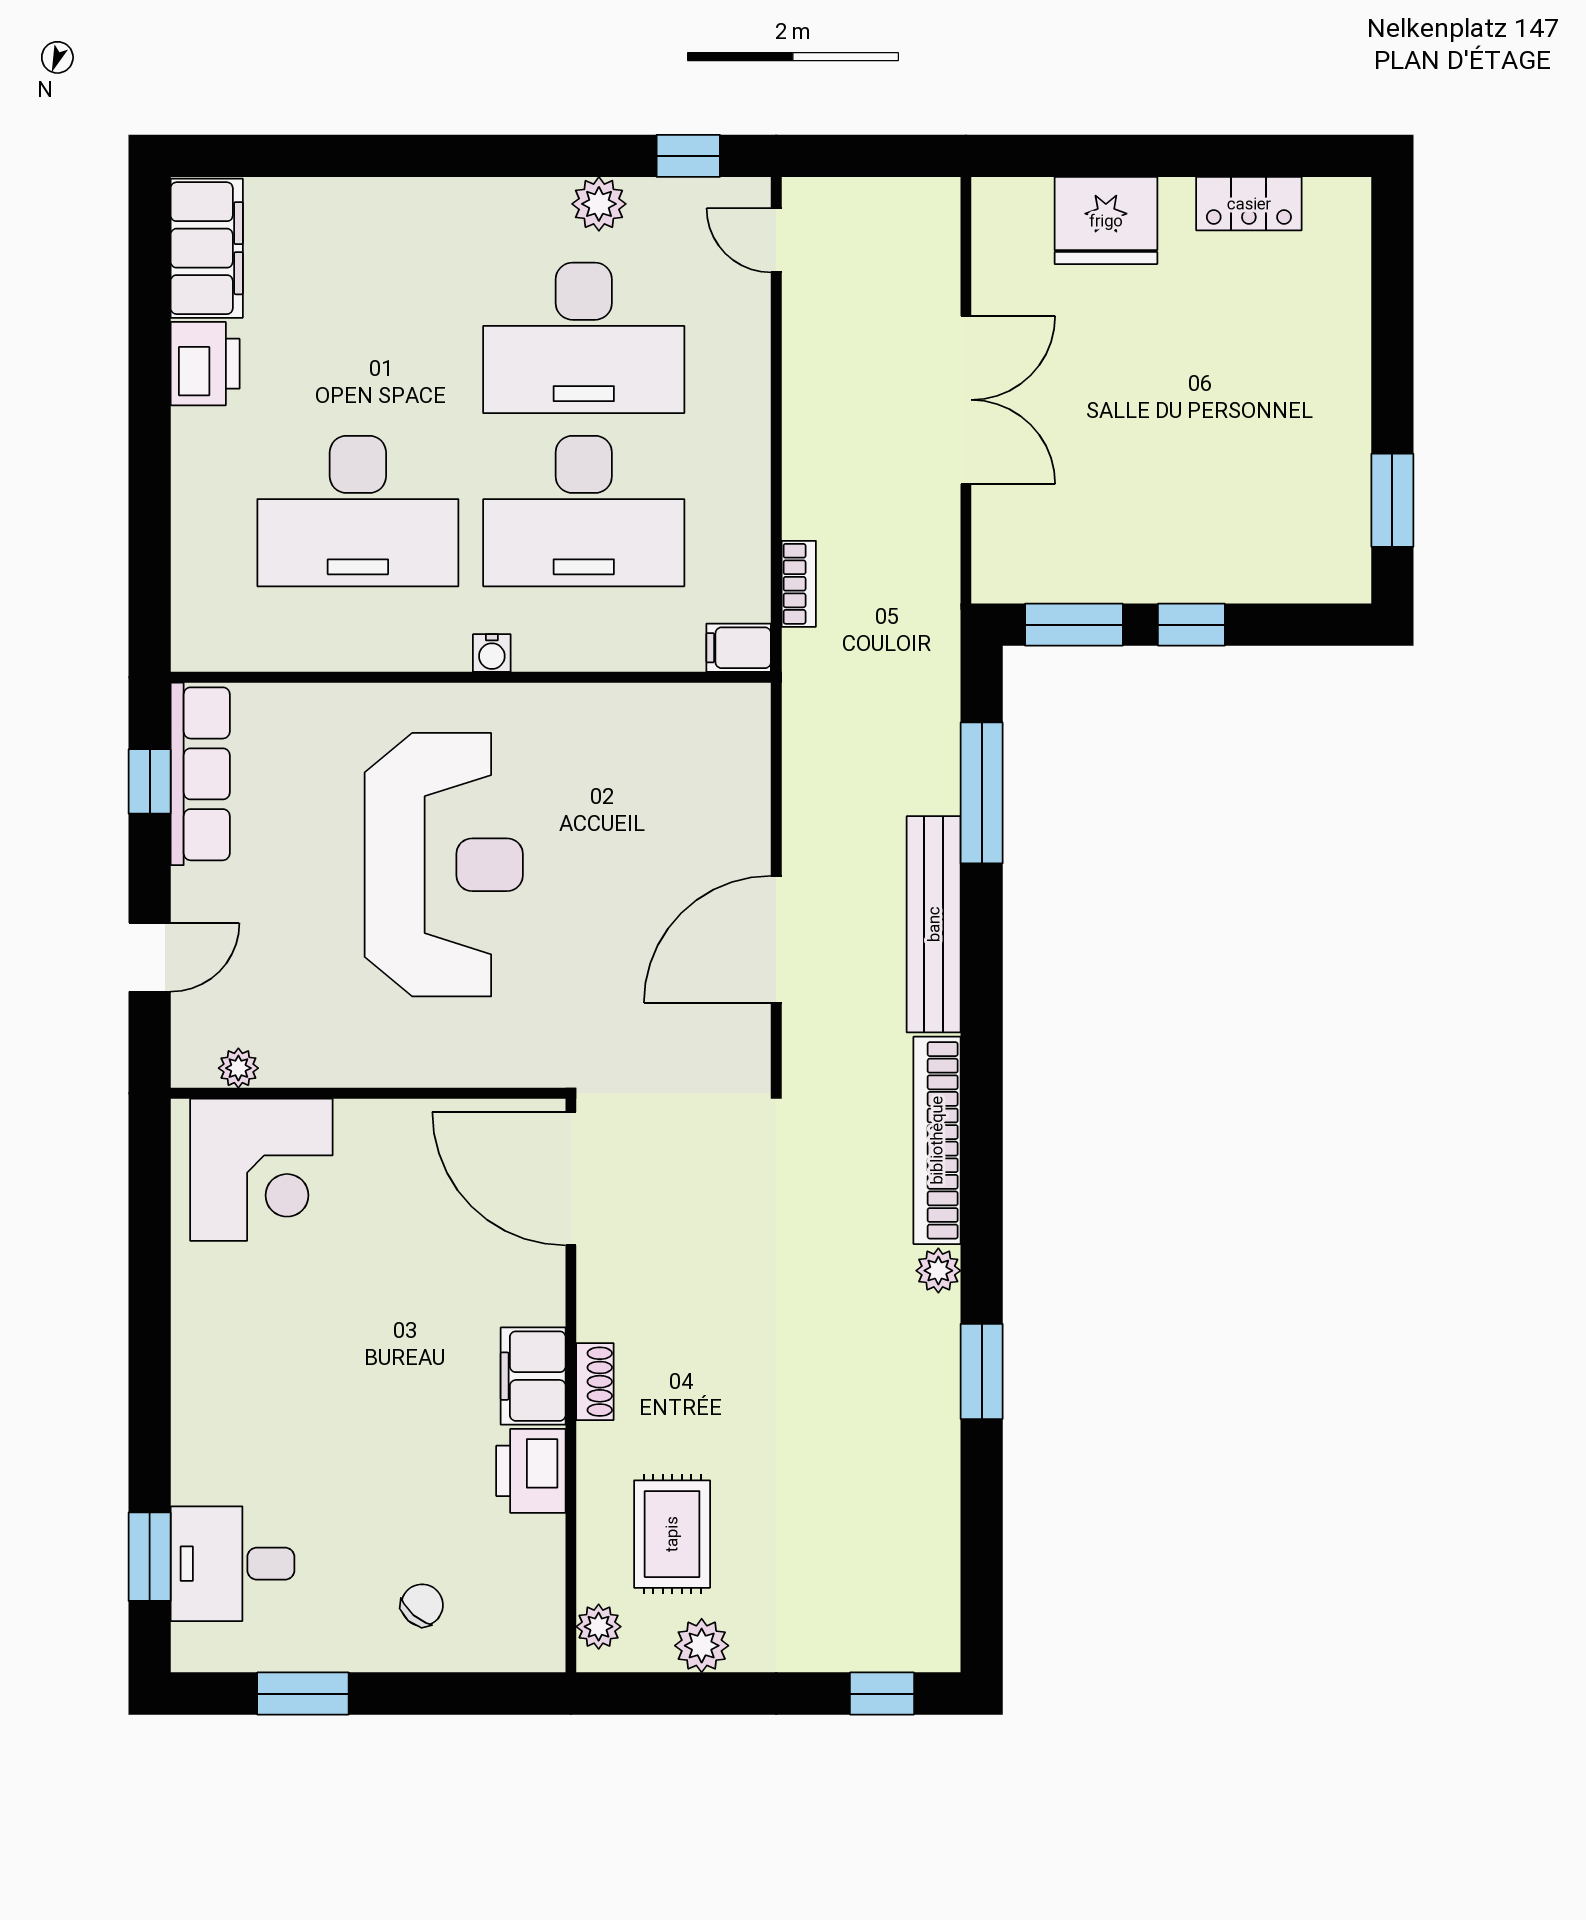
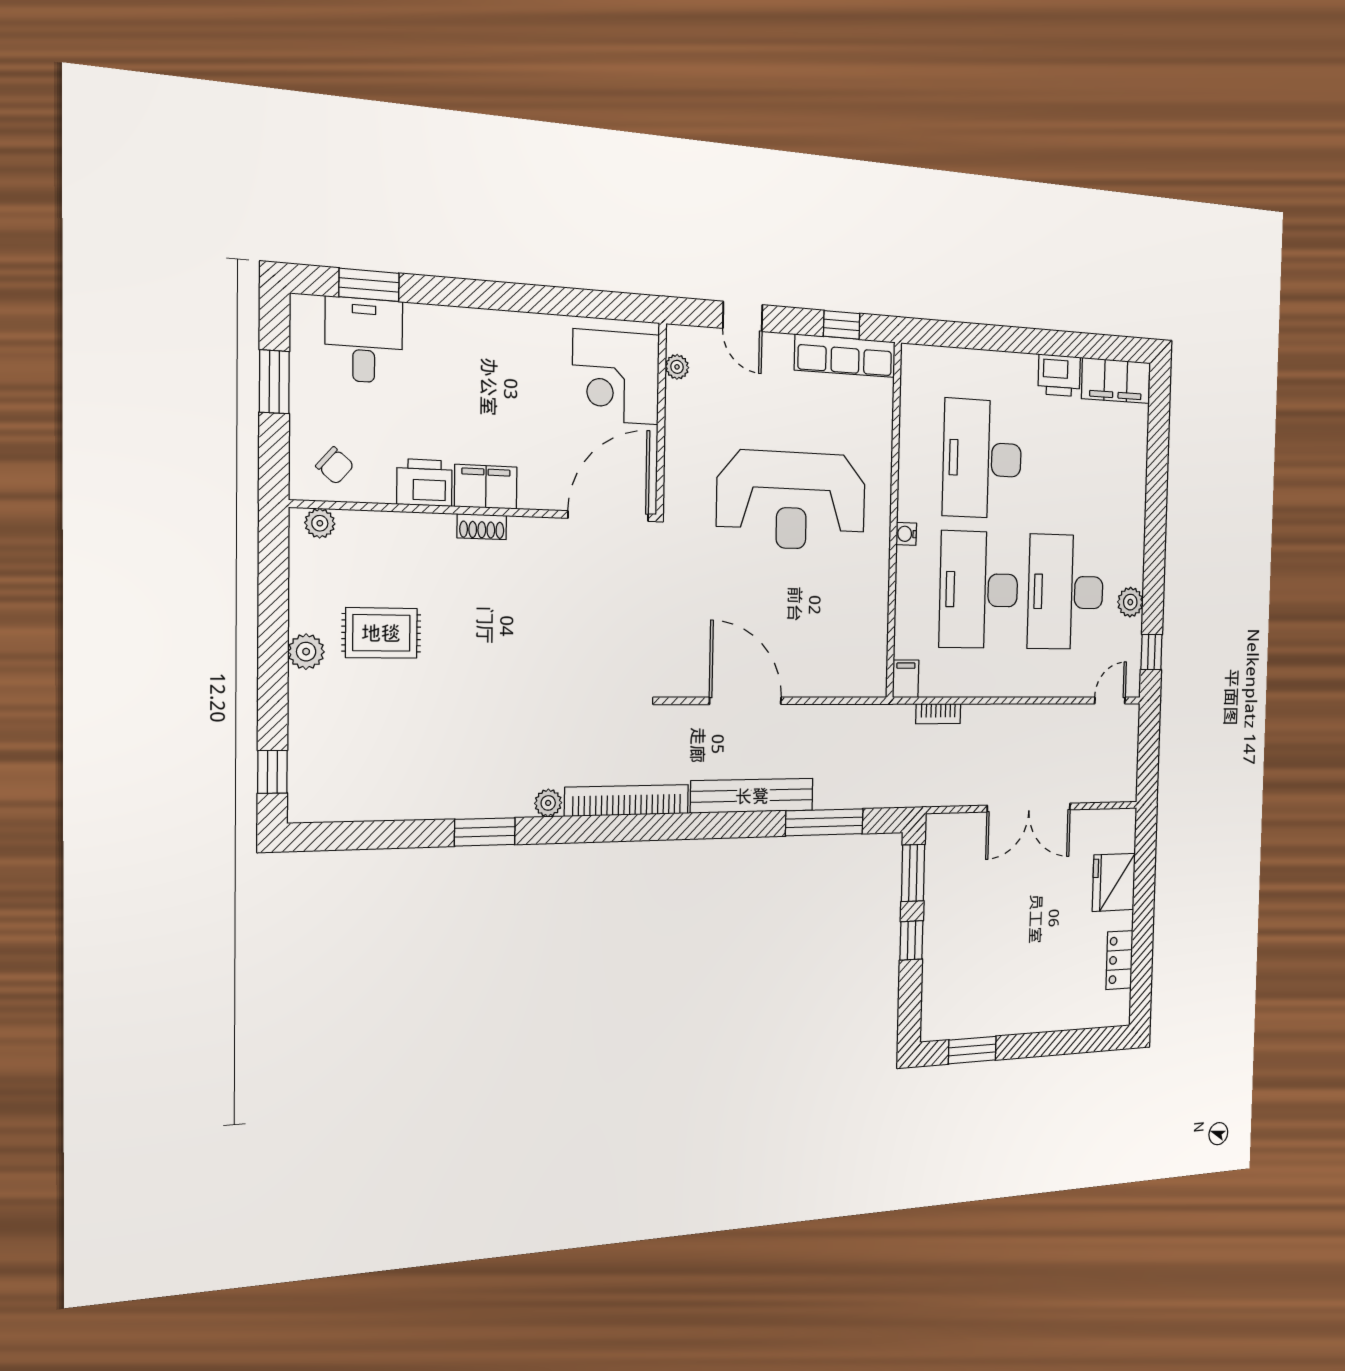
door: (571, 1179) -> (608, 516), moved
filing cabinet: (533, 1376) -> (486, 487), moved
shoe rack: (595, 1382) -> (482, 527), moved
wall: (571, 1386) -> (479, 511), moved
printer: (531, 1471) -> (424, 483), moved
plant: (599, 1627) -> (320, 523), moved

